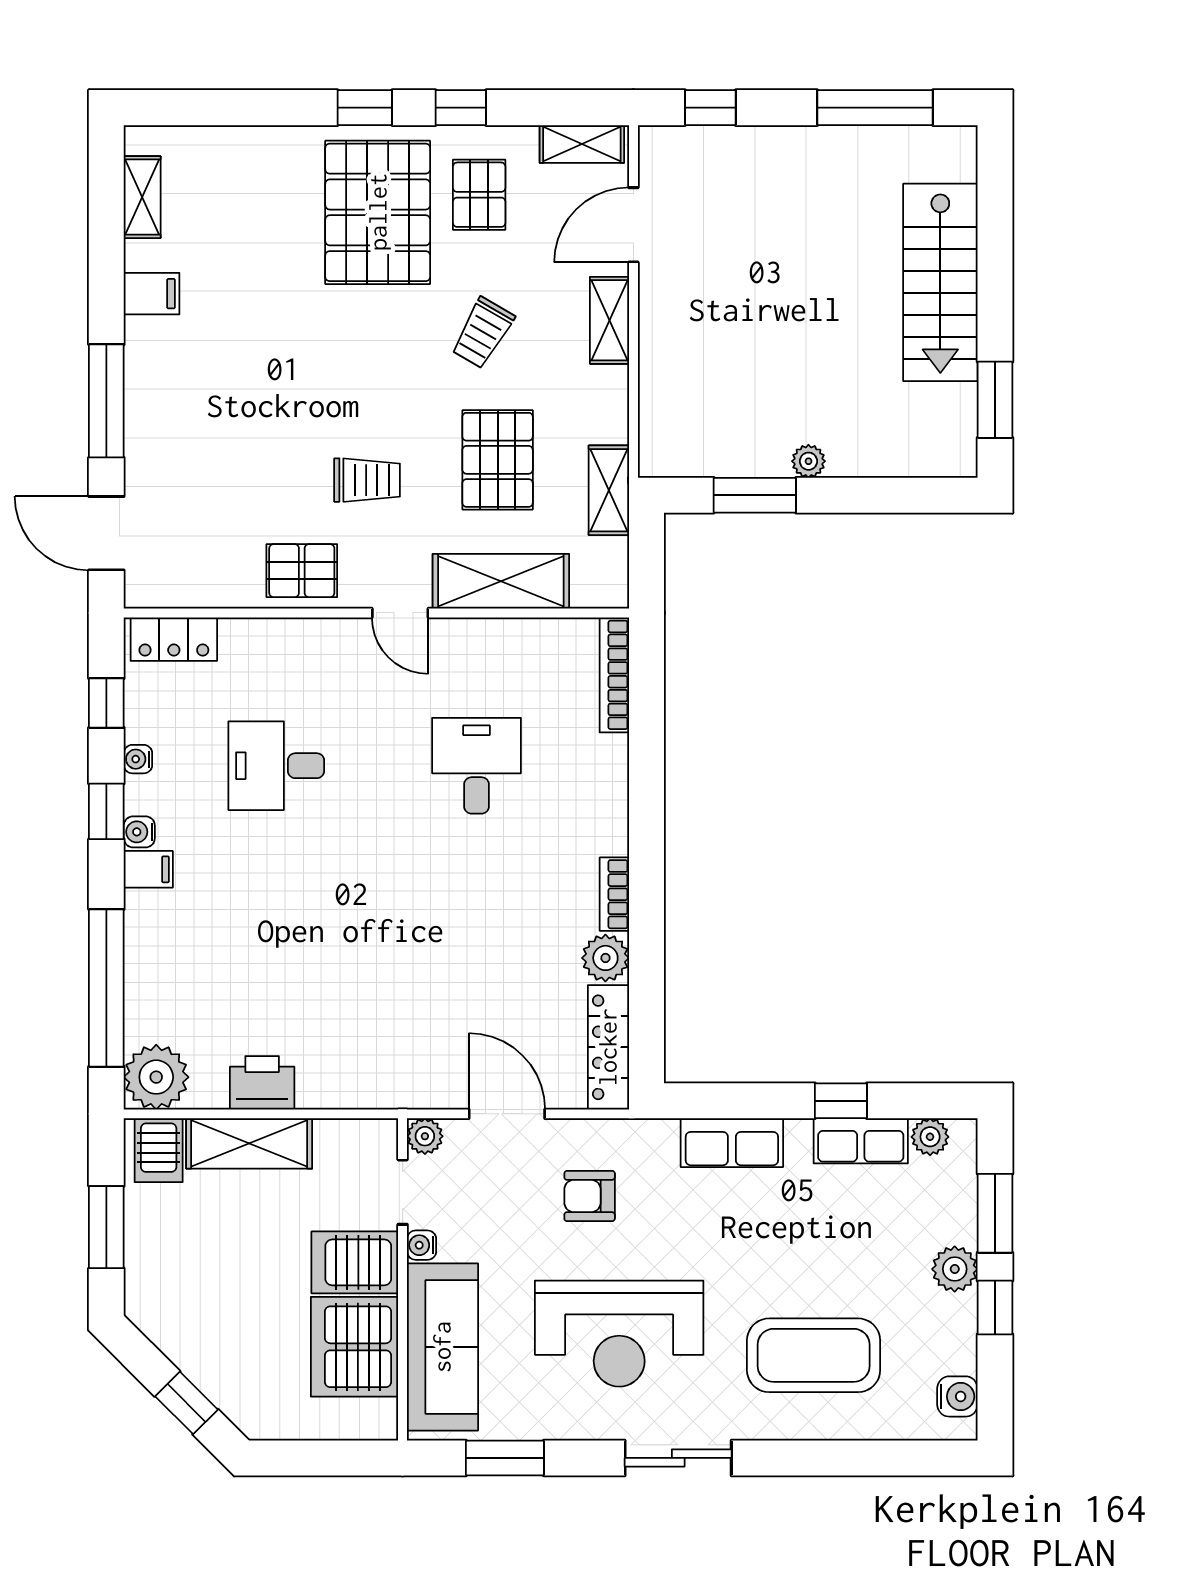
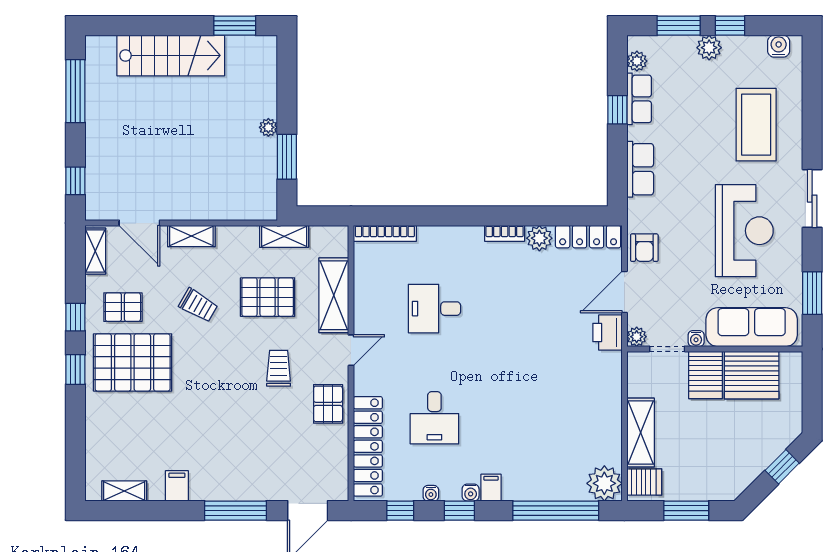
locker: (174, 639) -> (368, 446), width x2.16, depth x1.21
printer: (262, 1083) -> (607, 333), moved
armchair: (590, 1196) -> (644, 248), moved

